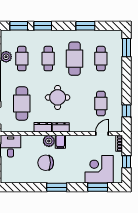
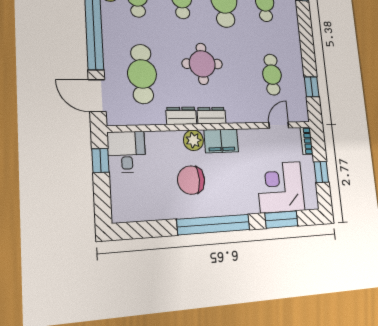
filing cabinet: (60, 142) -> (221, 141), width x2.00
window: (57, 187) -> (214, 224), width x2.11

